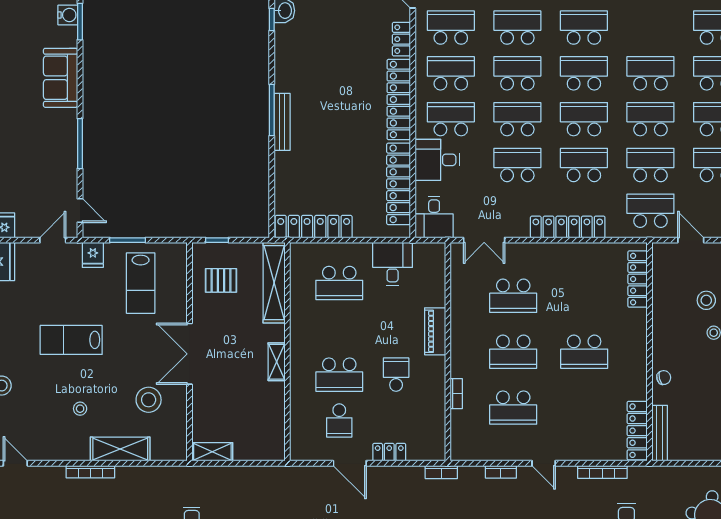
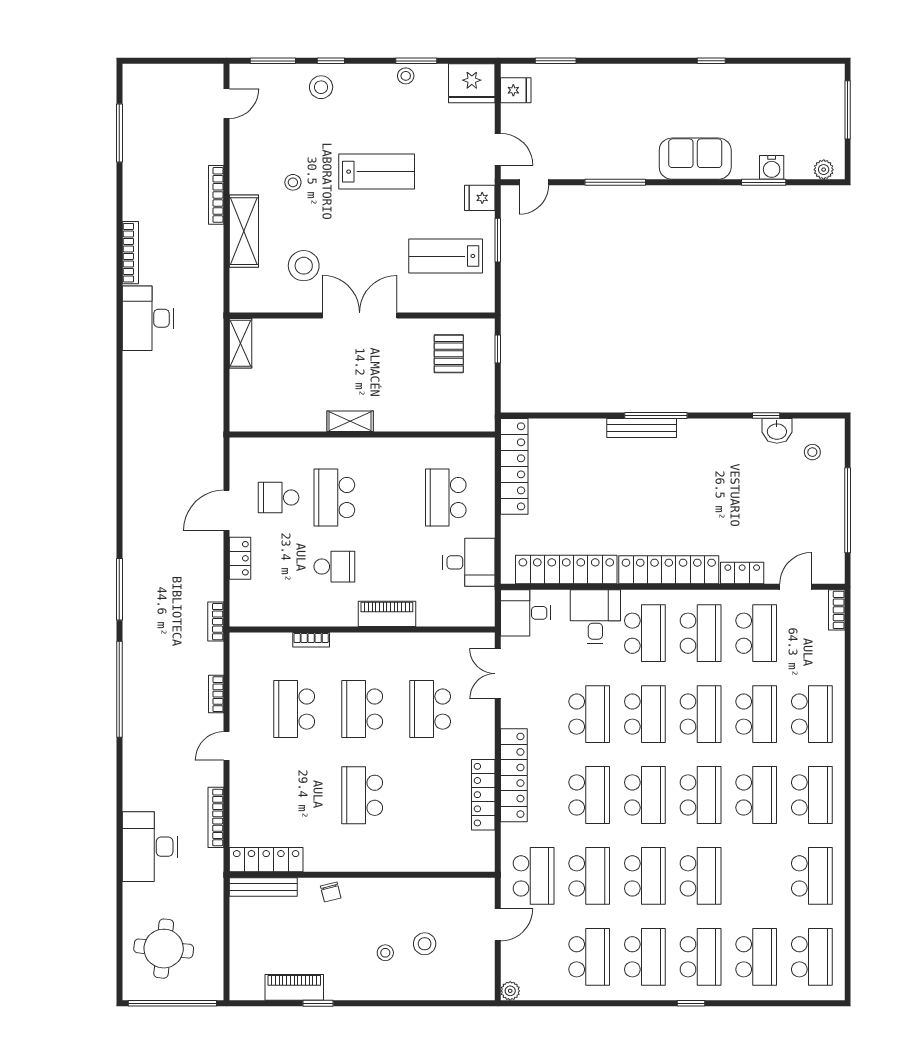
locker: (638, 279) -> (483, 795), moved, turned -90
shelving: (274, 283) -> (446, 418), removed
lab bench: (71, 340) -> (377, 172), turned 90

